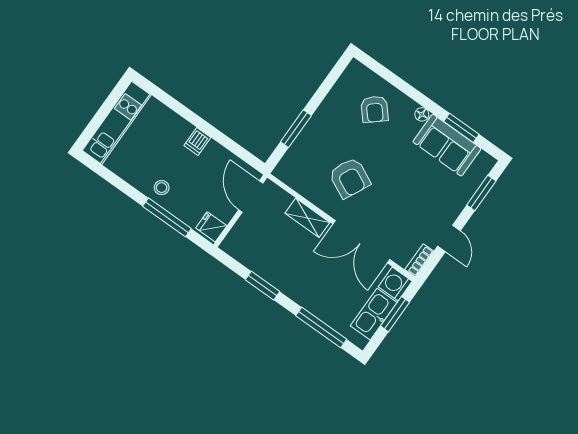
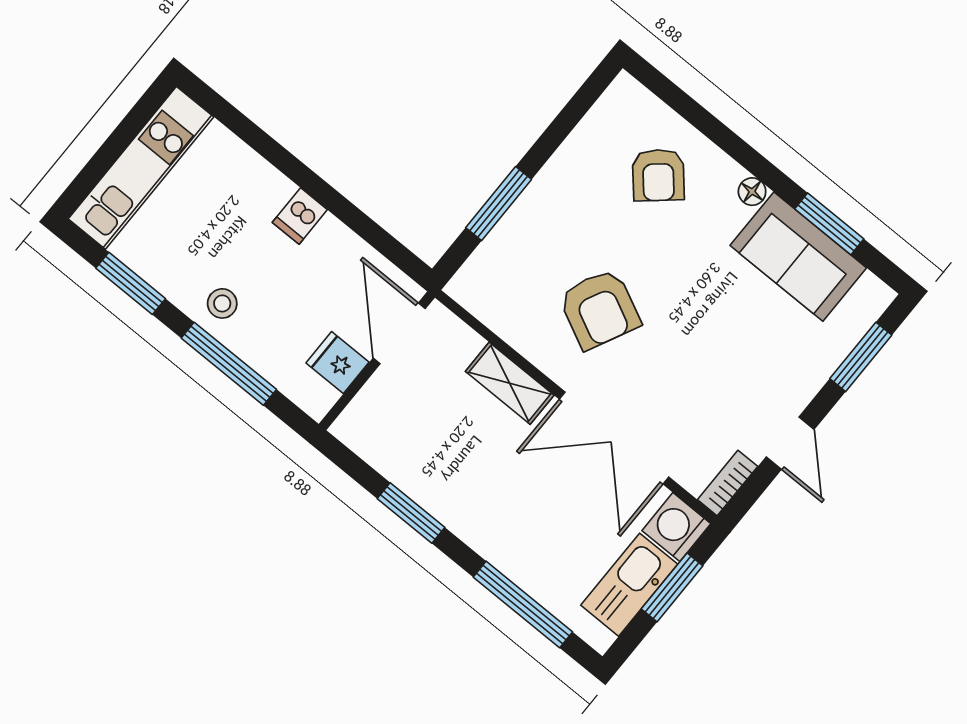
window: (115, 181) -> (131, 283), added
fridge: (211, 227) -> (338, 363), moved

